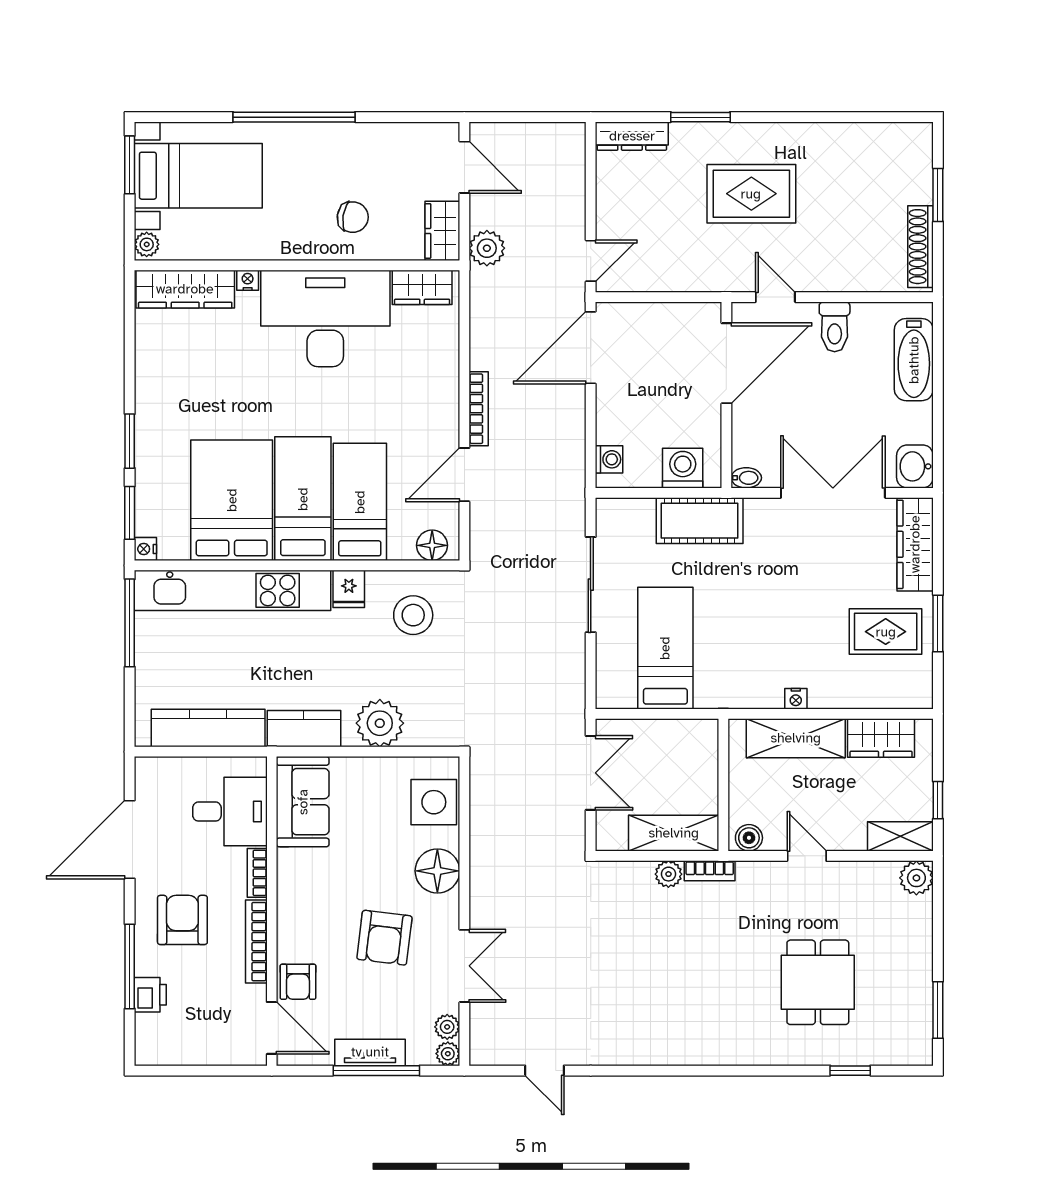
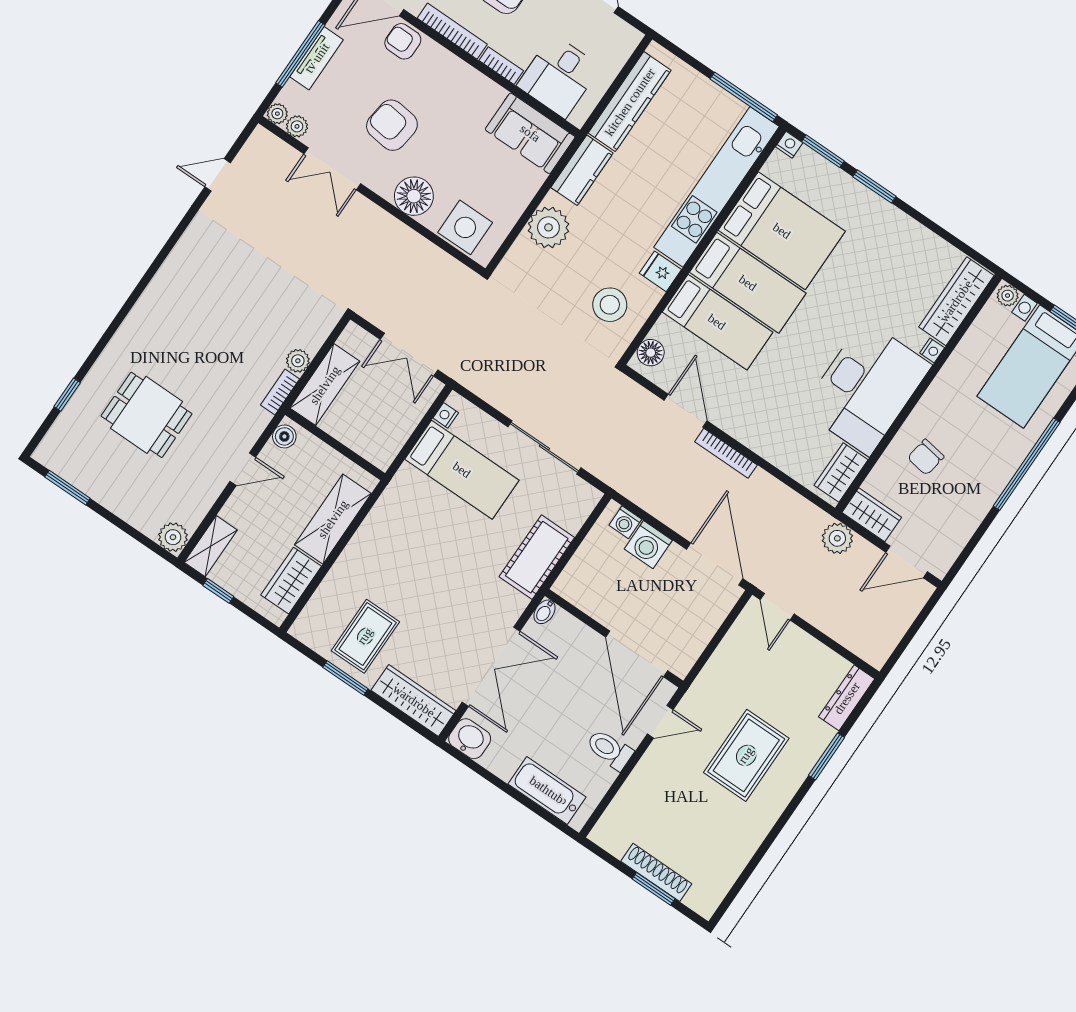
shoe rack: (921, 247) -> (656, 872), moved
washing machine: (683, 468) -> (648, 545), moved, turned 90
nightstand: (796, 699) -> (446, 415), moved

